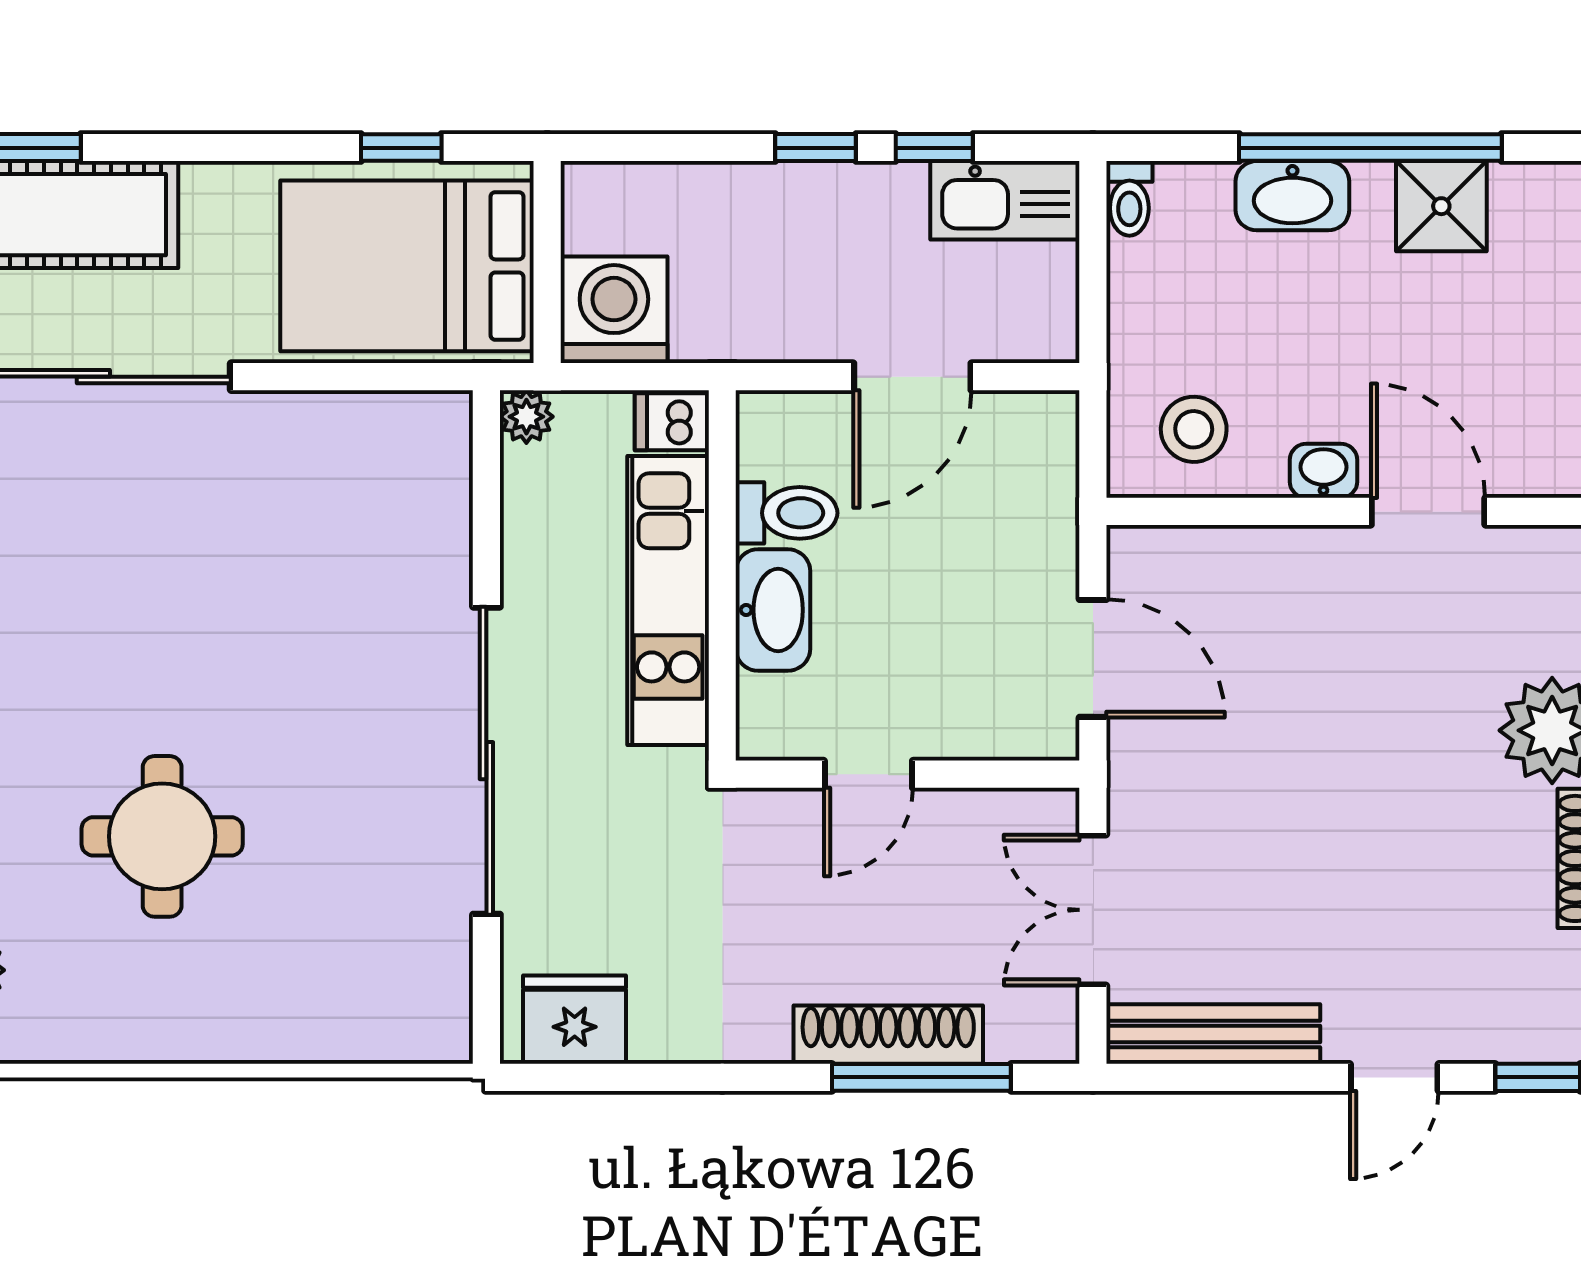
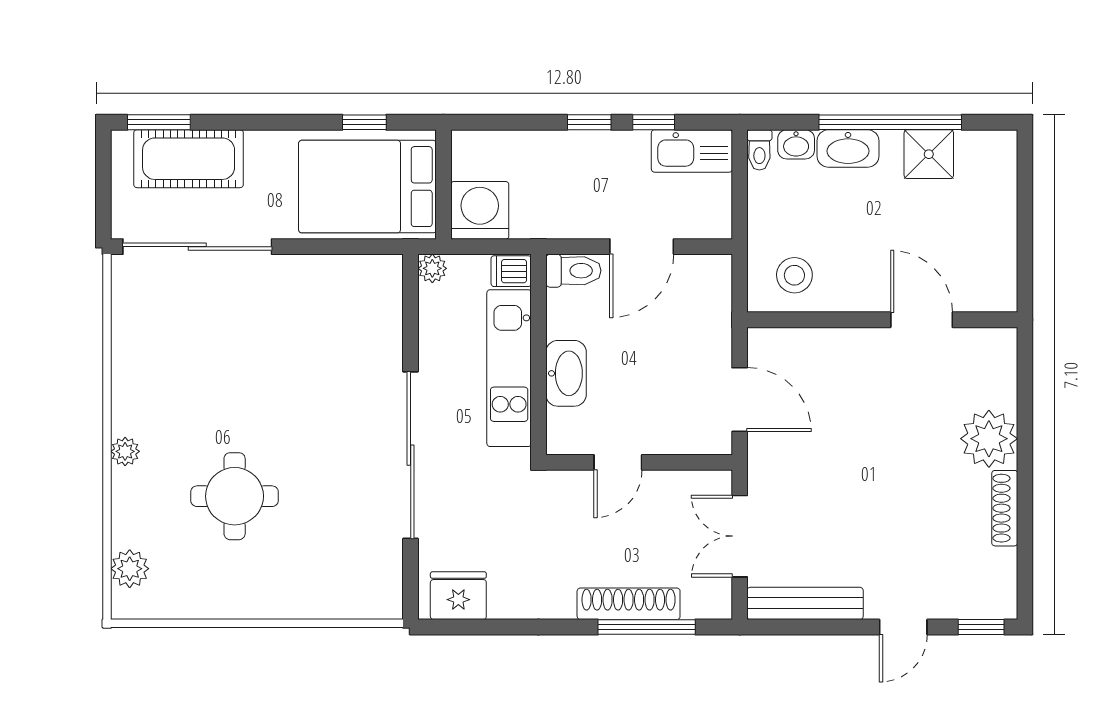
washbasin: (1323, 471) -> (796, 144), moved, turned 180
toilet: (787, 513) -> (573, 271), moved

